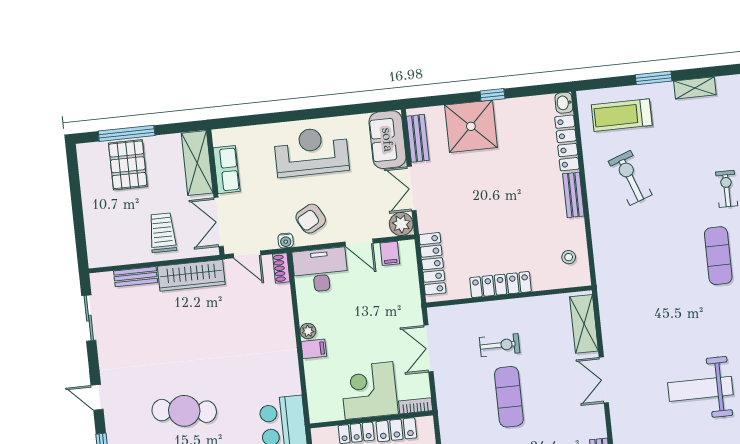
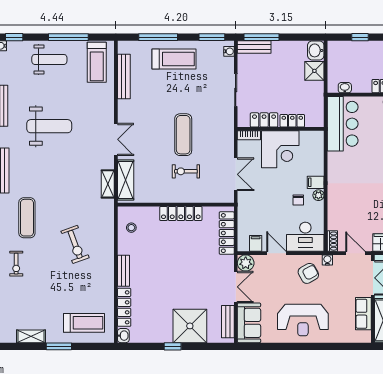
exercise bike: (630, 178) -> (75, 244), moved
shelving: (609, 316) -> (108, 184), added
chair: (336, 321) -> (298, 200), added

